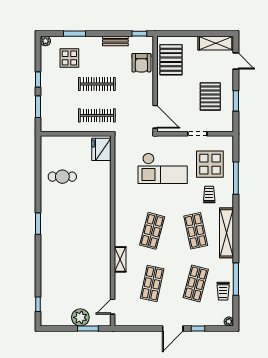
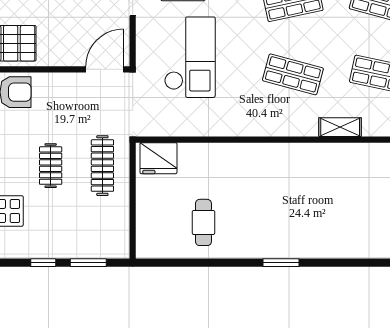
clothes rail: (97, 84) -> (51, 166), width x0.73

